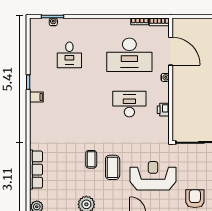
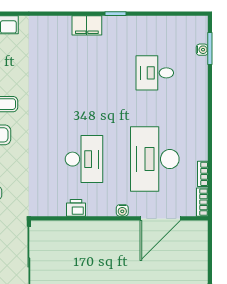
filing cabinet: (36, 97) -> (87, 25), width x2.00

